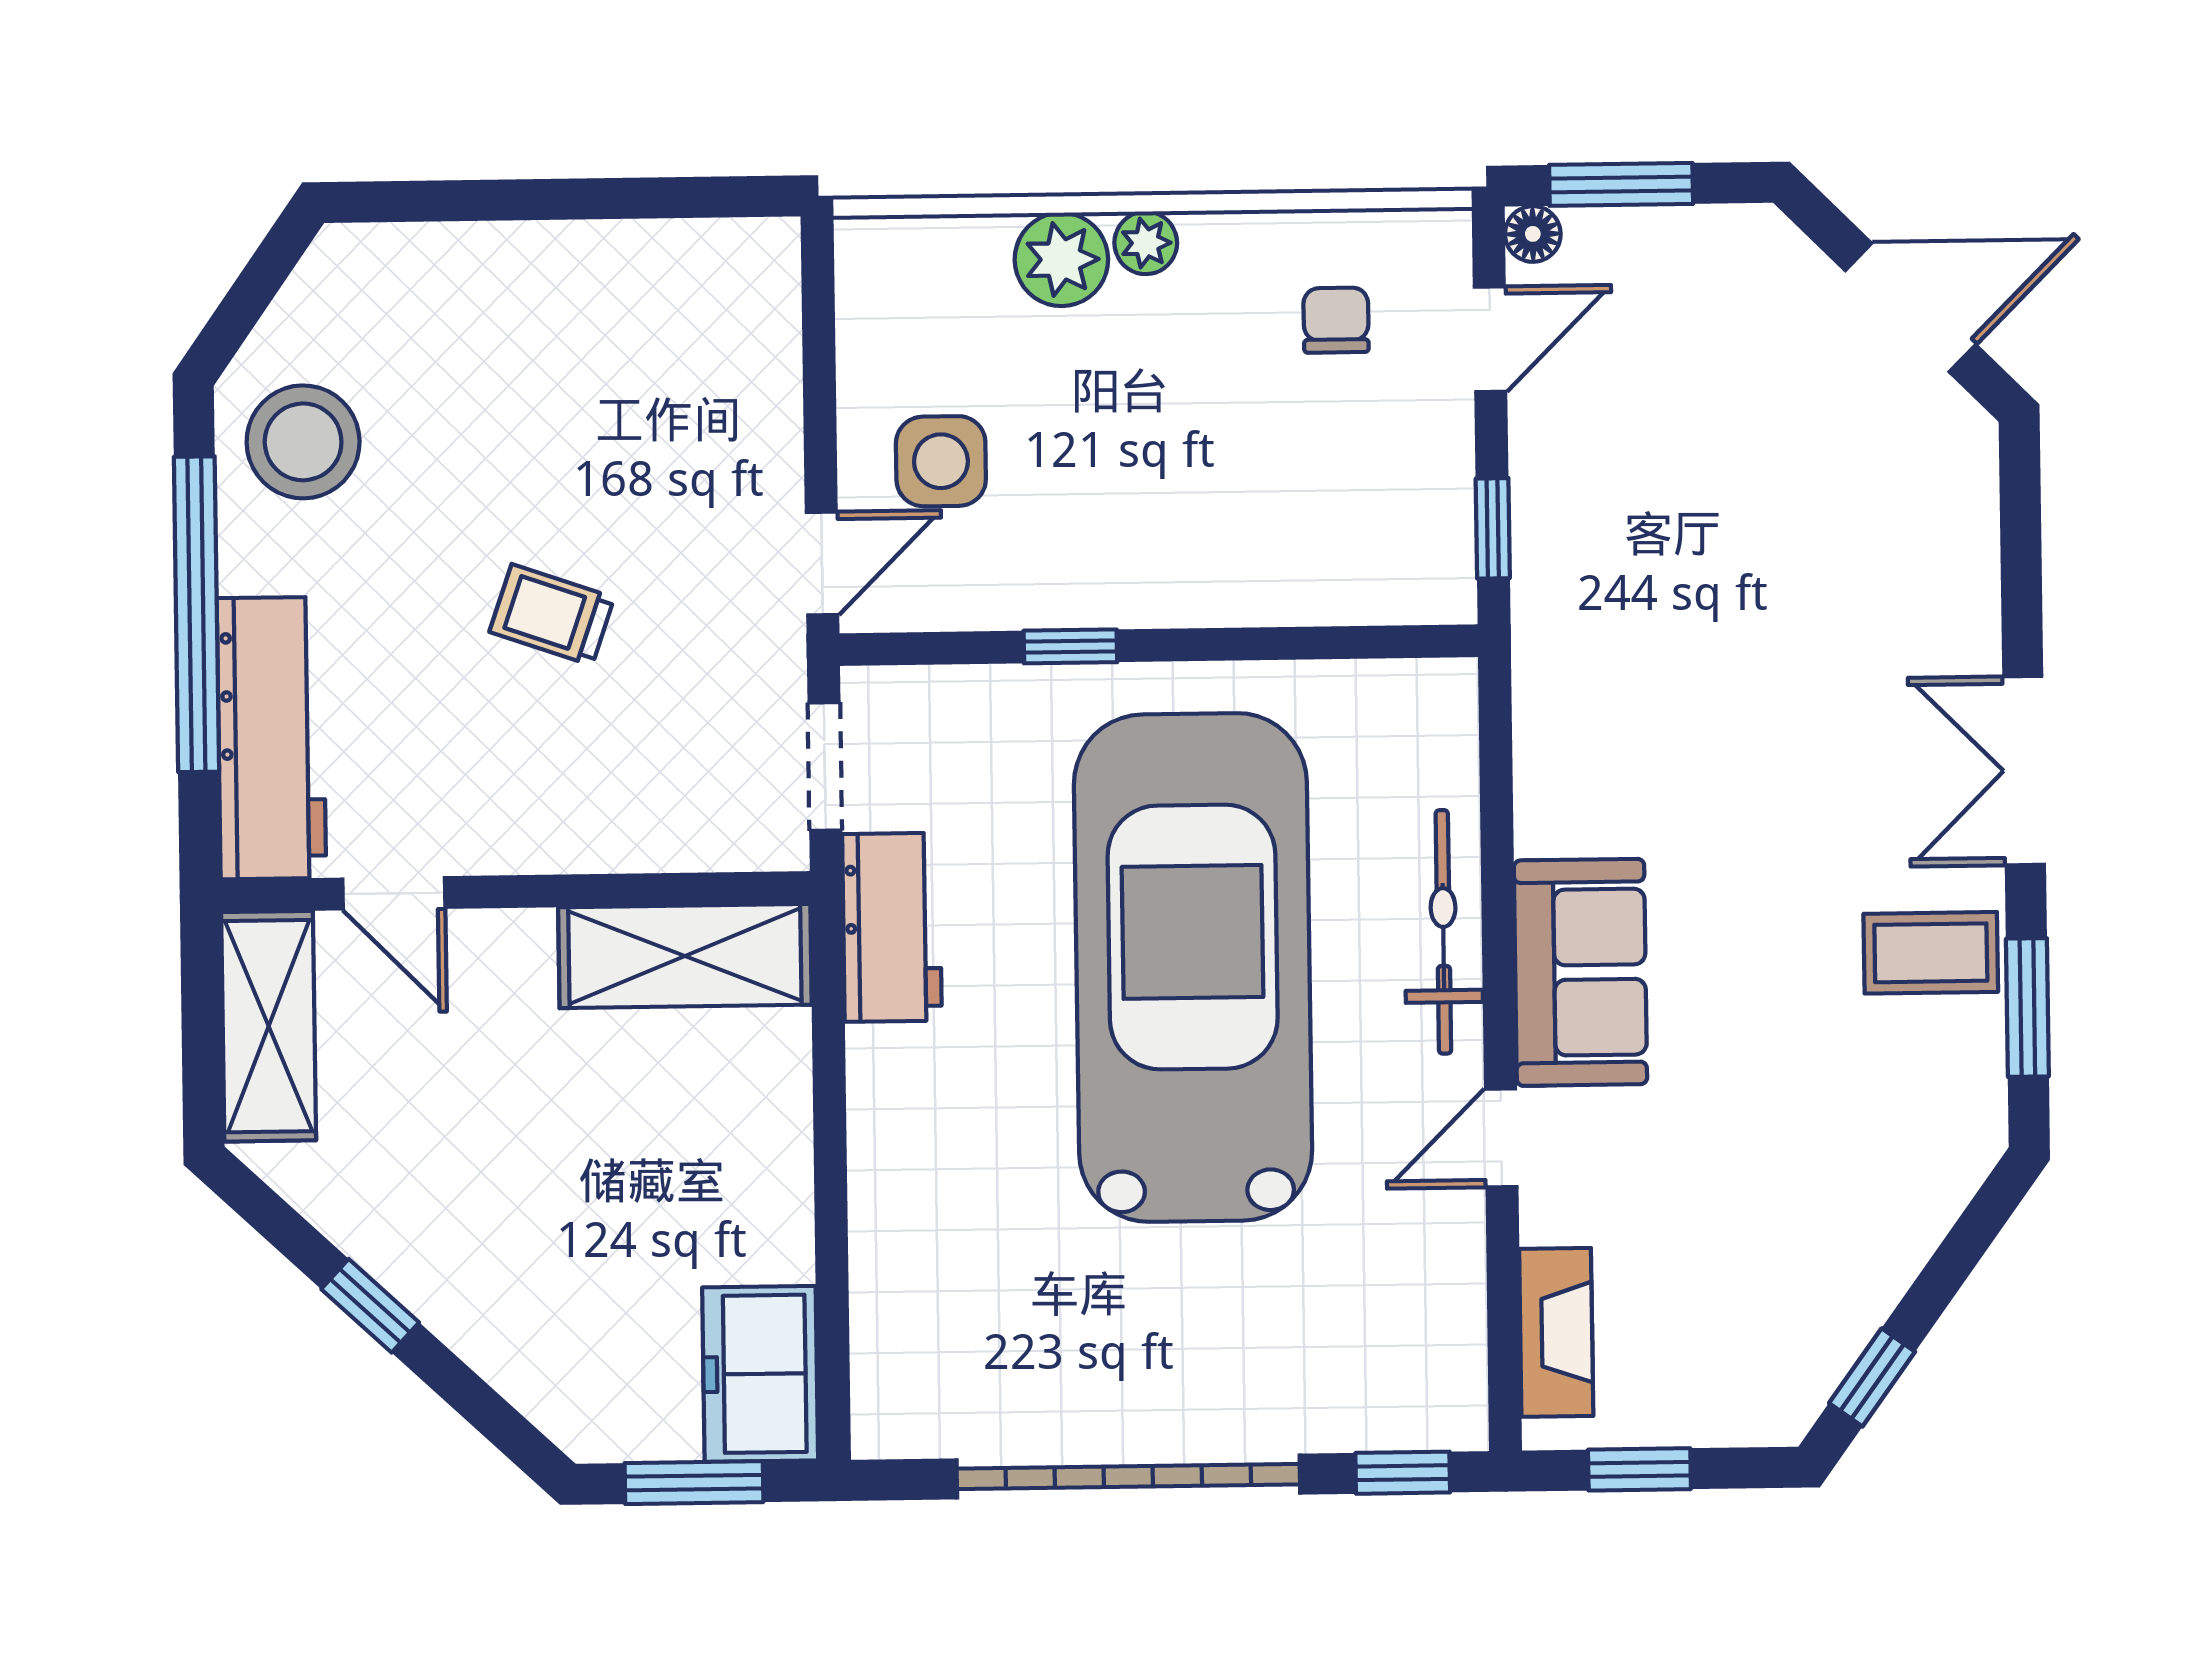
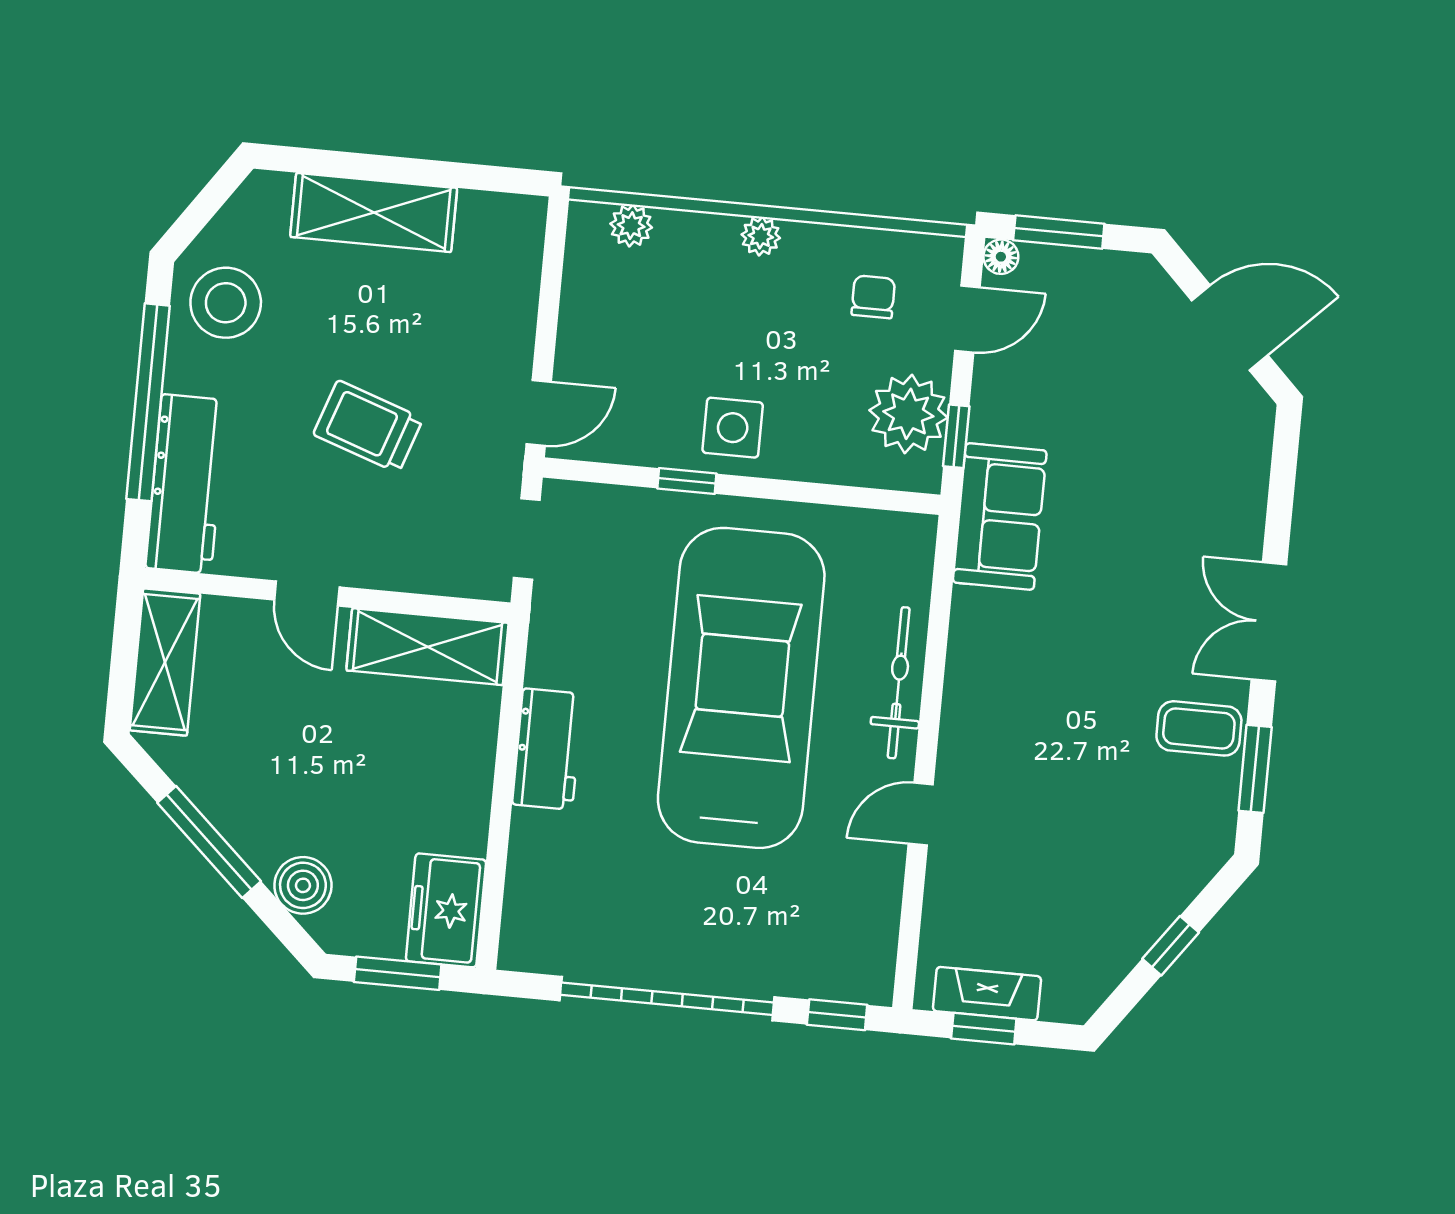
plant: (1061, 259) -> (631, 226), moved, width x0.73, depth x0.73
shelving: (524, 272) -> (374, 212), added
side table: (941, 461) -> (733, 428), moved
plant: (1412, 501) -> (908, 414), added
trolley: (552, 615) -> (368, 426), width x1.36, depth x1.39
door: (394, 893) -> (307, 593), moved
workbench: (892, 927) -> (548, 749), moved
sofa: (1580, 972) -> (1000, 517), moved
window: (370, 1306) -> (209, 842), width x2.17
fireplace: (1556, 1332) -> (987, 994), moved, turned -90
boiler: (528, 1359) -> (303, 885), added
window: (1872, 1377) -> (1171, 946), moved

